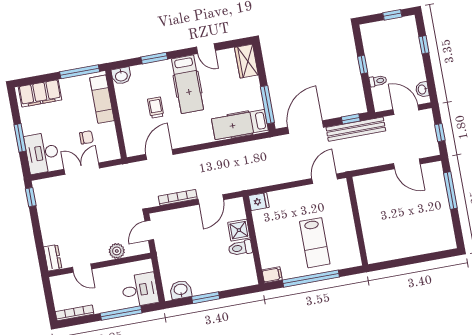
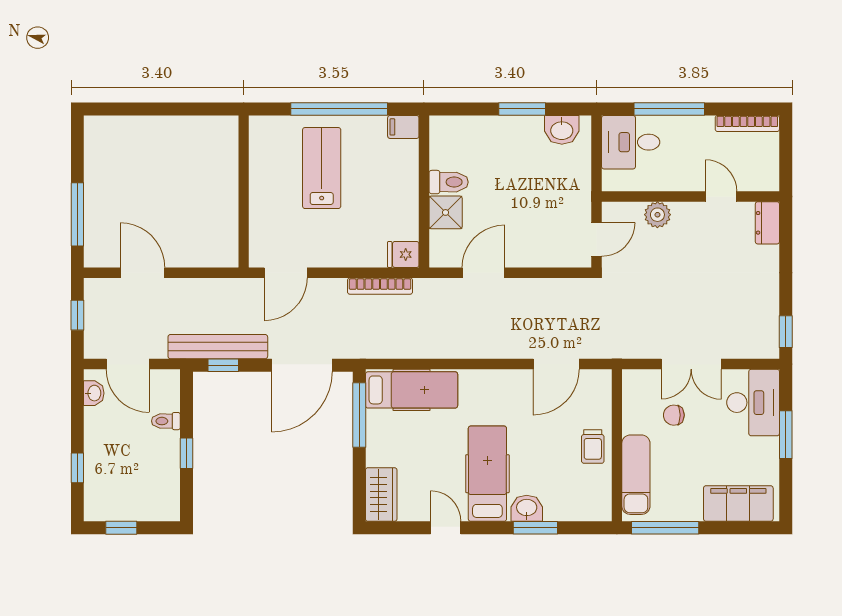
washbasin: (121, 76) -> (527, 508), moved
trolley: (156, 108) -> (593, 447), moved
bookcase: (178, 198) -> (380, 286), moved

